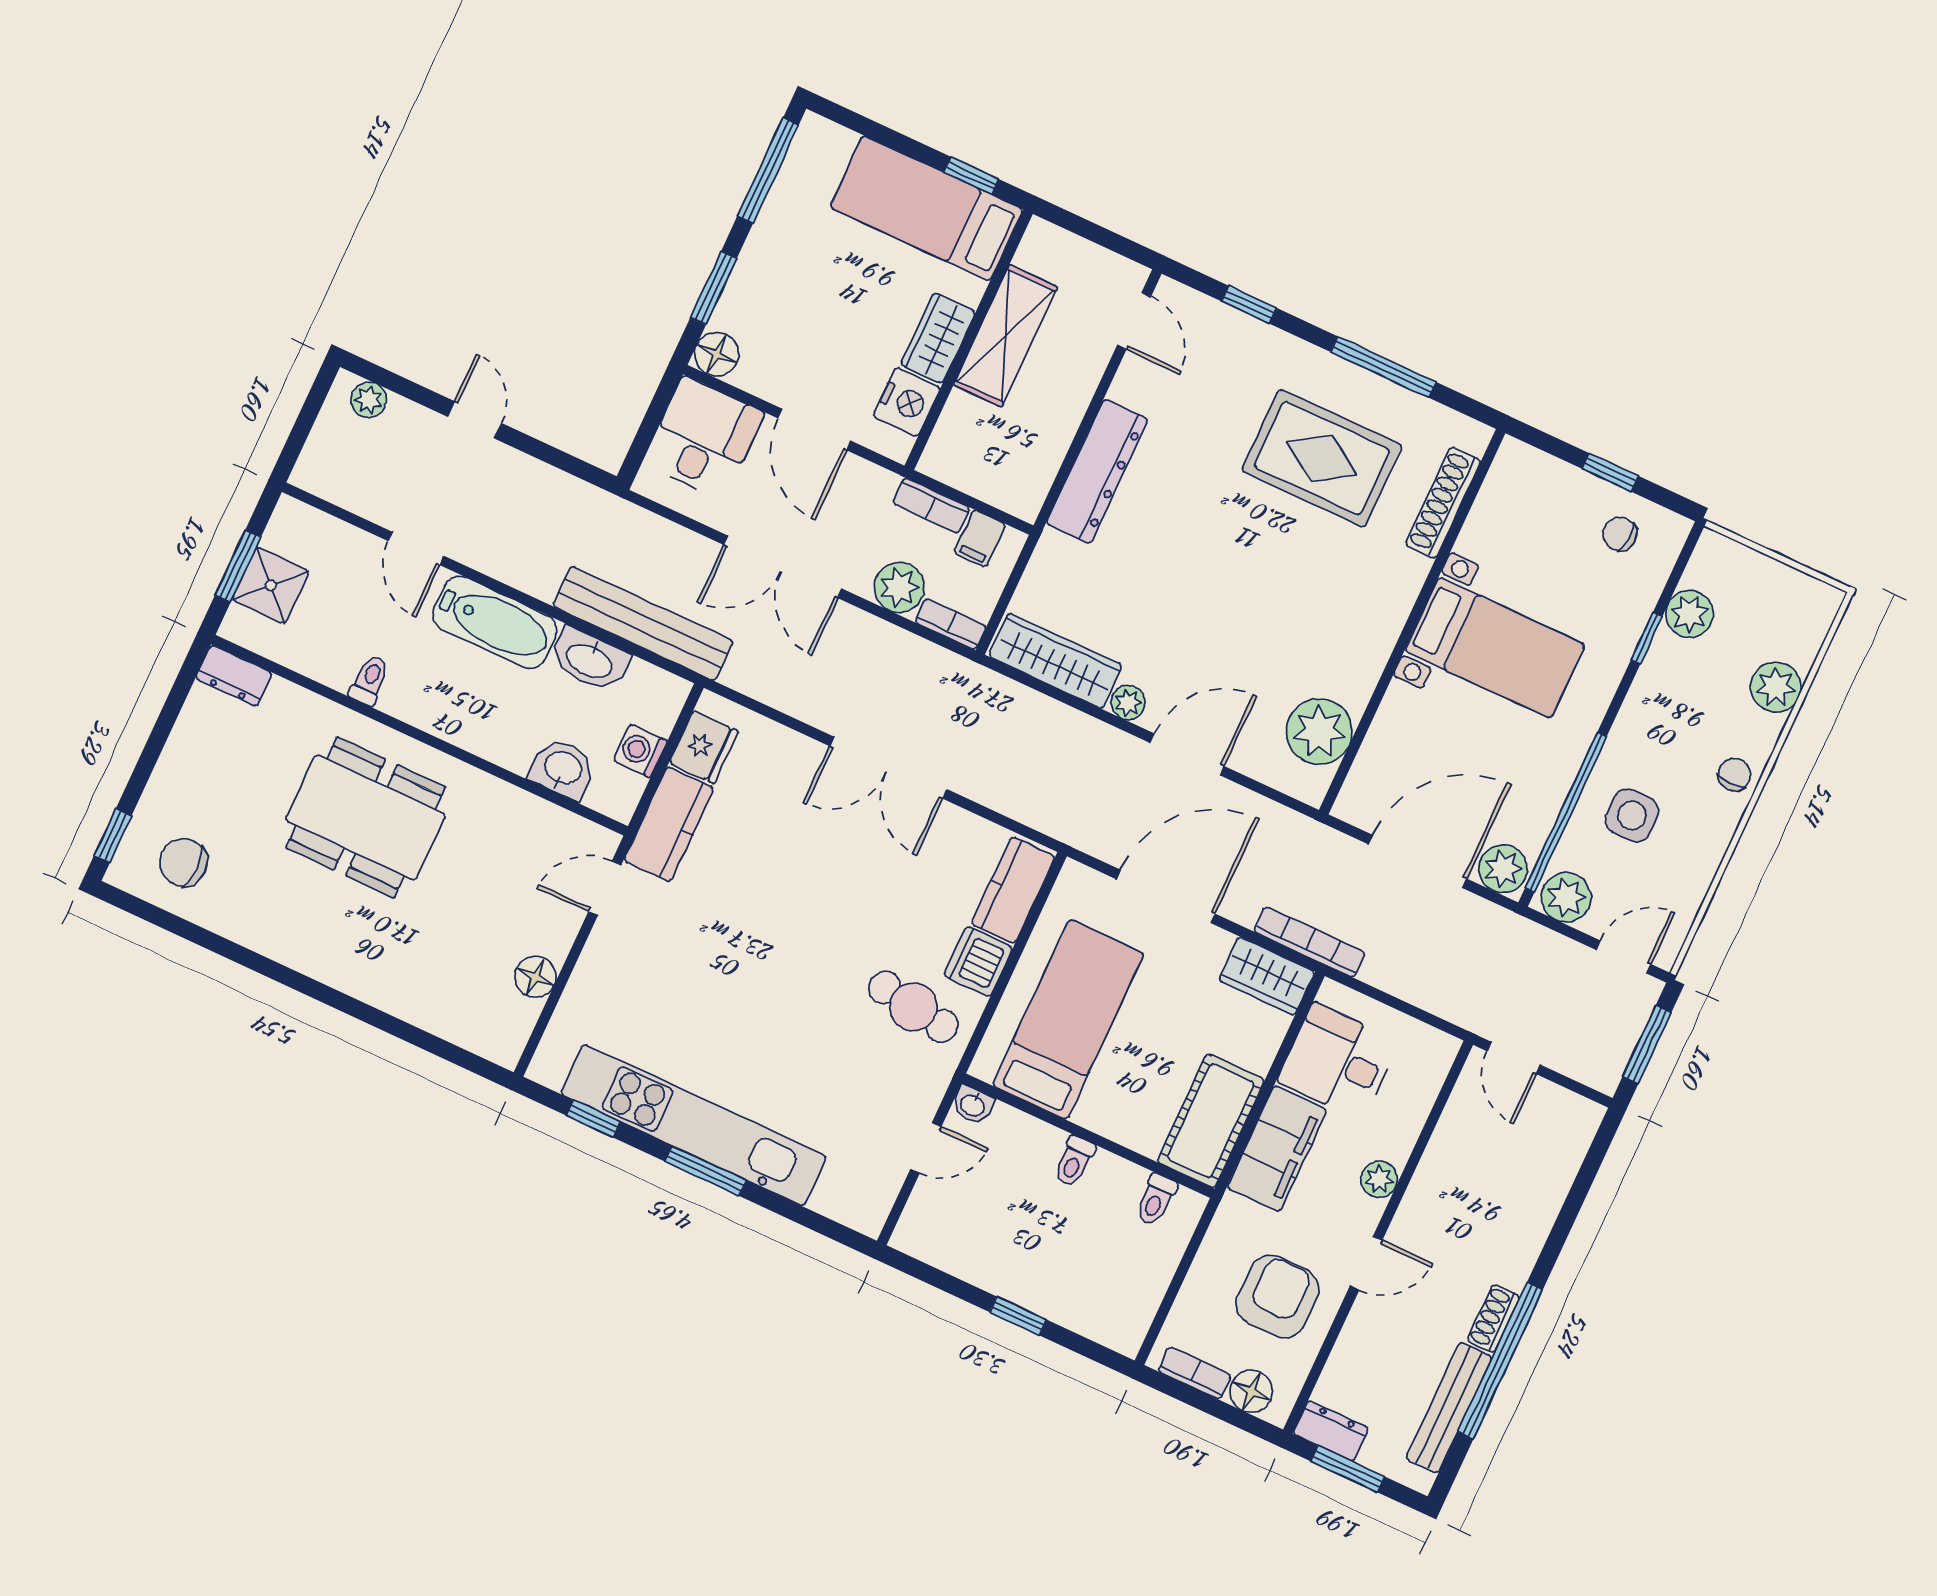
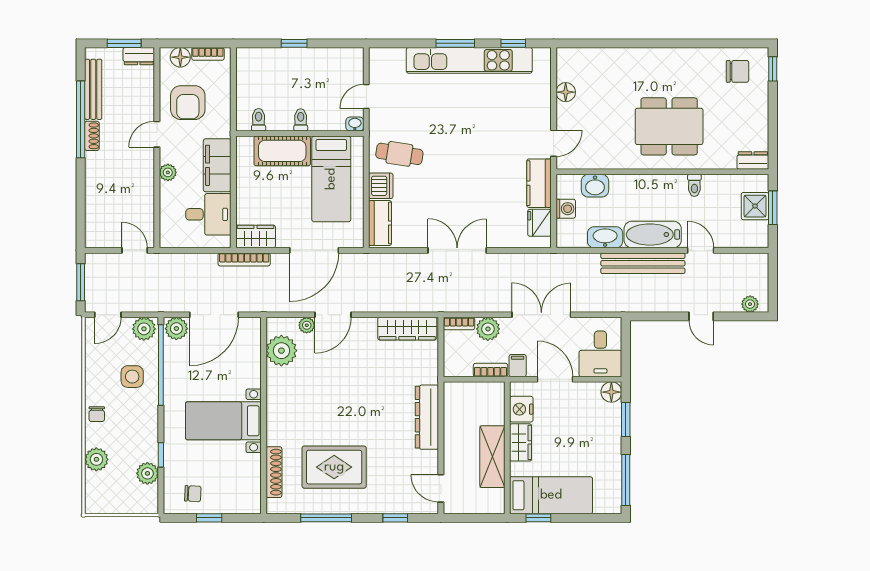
filing cabinet: (980, 539) -> (518, 366), moved
bench: (643, 623) -> (643, 263), moved
plant: (1128, 703) -> (307, 325), moved
cot: (1211, 1121) -> (282, 151), moved, turned 90

